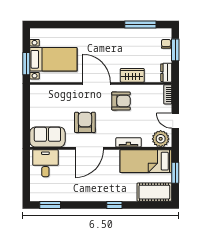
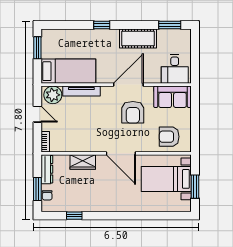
window: (140, 25) -> (74, 216), width x0.46
window: (26, 64) -> (195, 187), moved
dresser: (166, 73) -> (47, 169), width x1.44
armchair: (121, 101) -> (169, 137), moved
tv unit: (128, 142) -> (81, 91), width x1.41
window: (175, 173) -> (37, 48), moved
cot: (154, 192) -> (138, 39), moved

